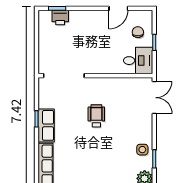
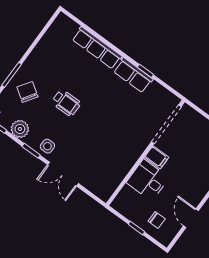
desk: (138, 61) -> (148, 180), moved, turned 90
filing cabinet: (93, 65) -> (157, 157), added
double door: (154, 98) -> (63, 174), moved
wheelchair: (96, 116) -> (66, 103), moved

